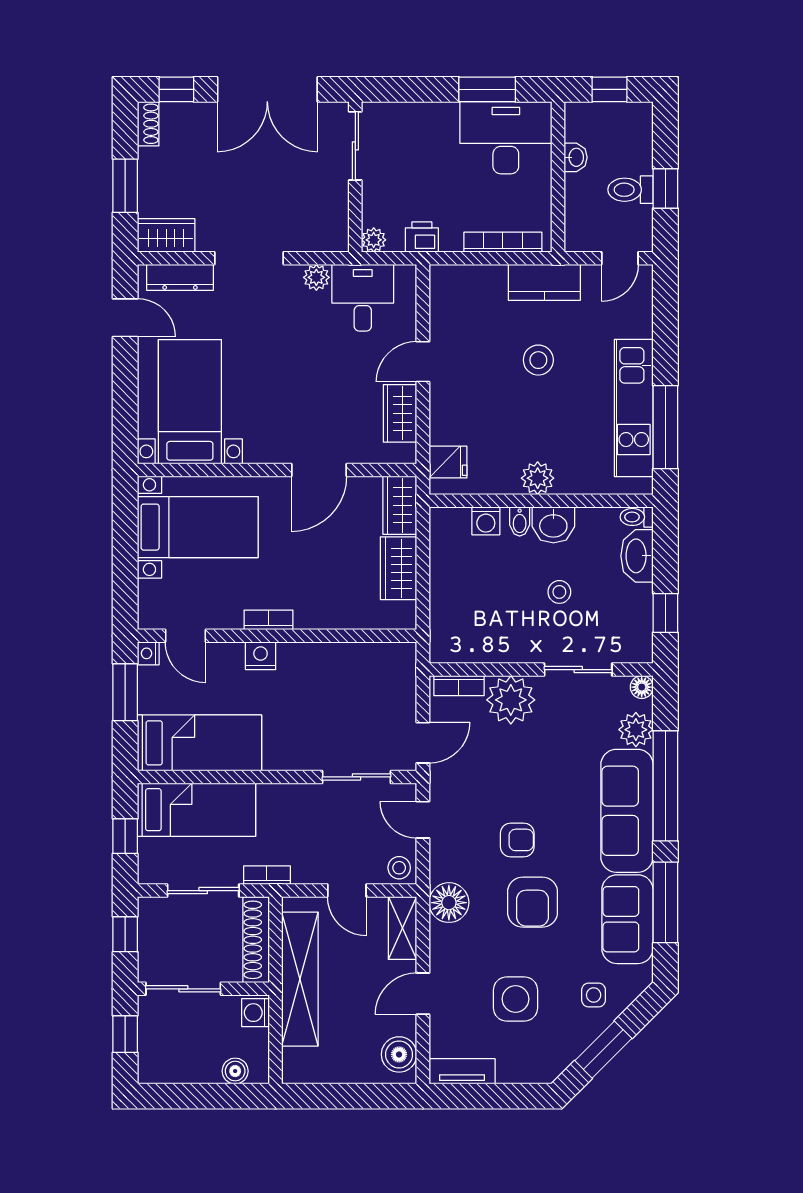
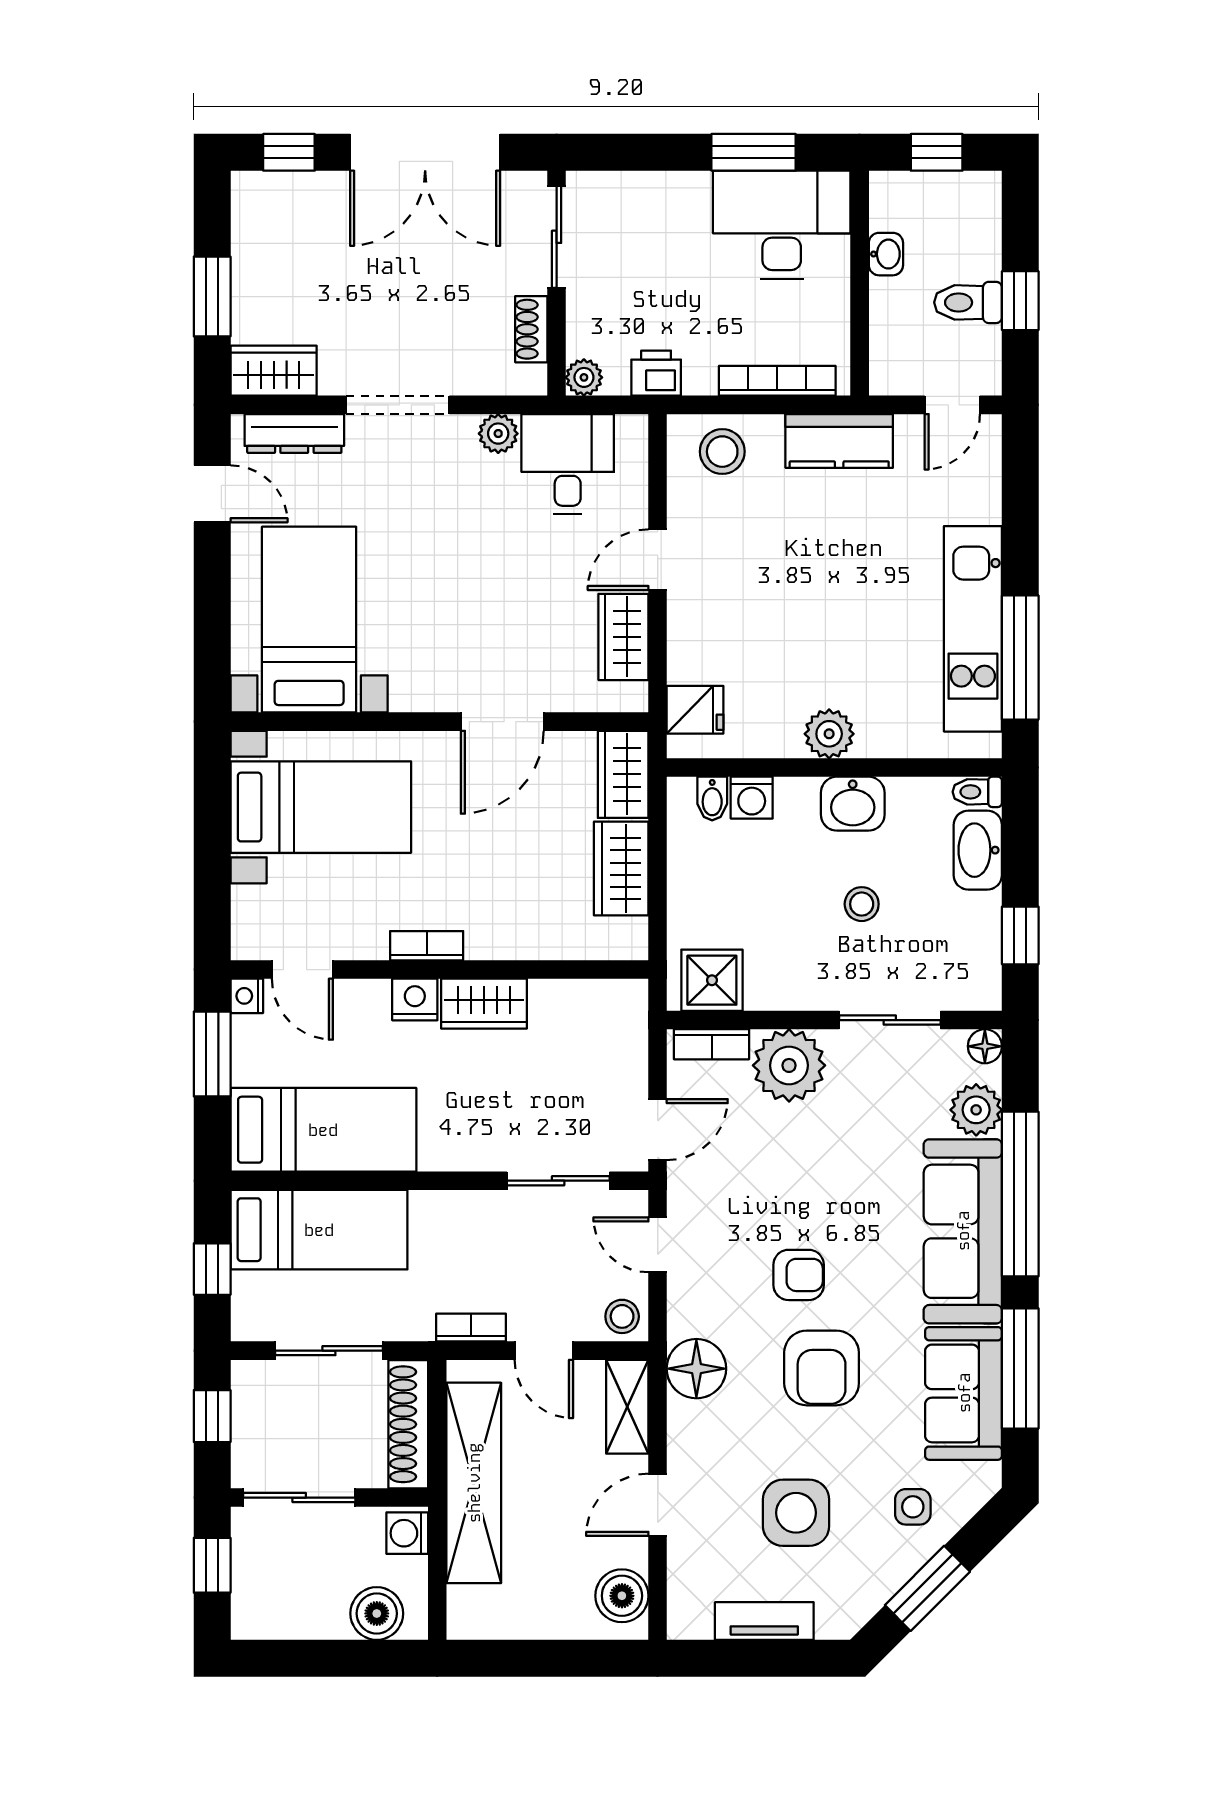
shoe rack: (148, 124) -> (531, 329), moved, turned 180
stool: (538, 360) -> (722, 452), moved
bidet: (520, 521) -> (712, 799), moved
shower: (459, 643) -> (712, 980), added
wardrobe: (307, 659) -> (484, 1004), added
bookcase: (267, 875) -> (471, 1327), moved
boiler: (235, 1071) -> (377, 1613), width x1.36, depth x1.36
tv unit: (462, 1071) -> (764, 1621), moved

